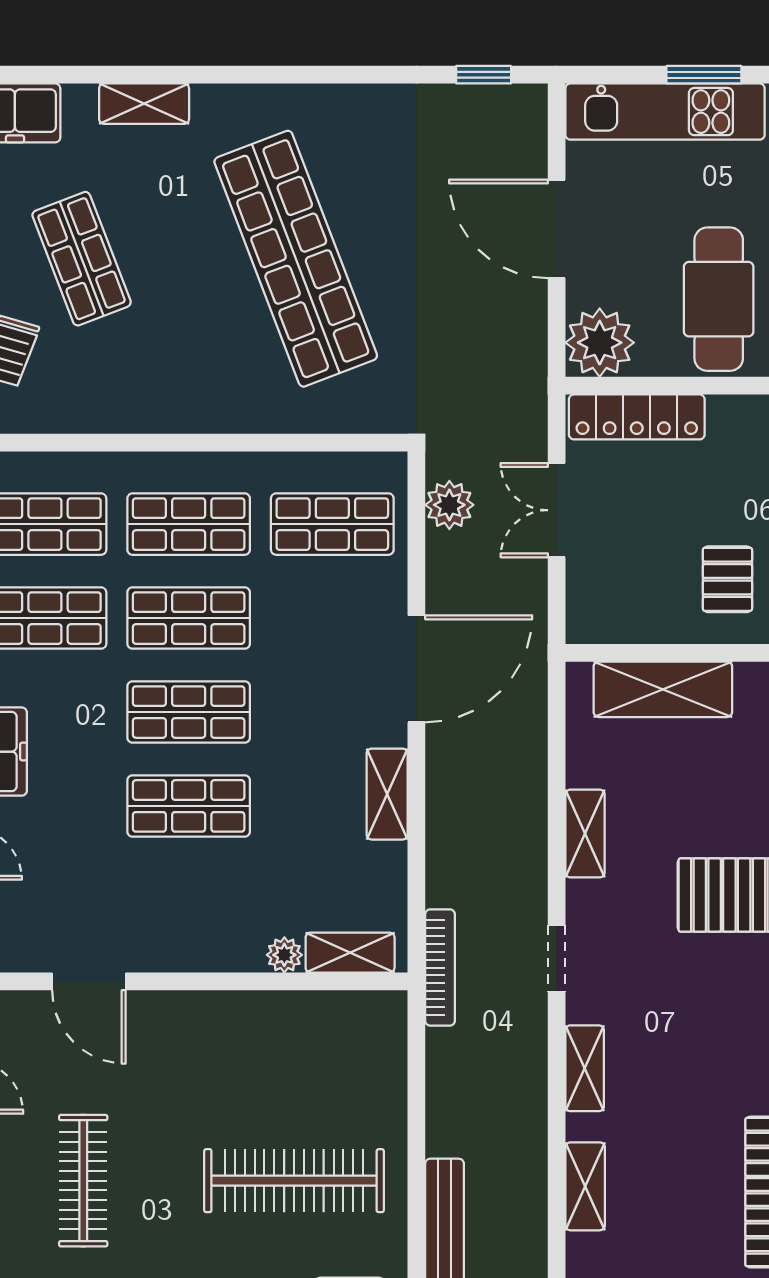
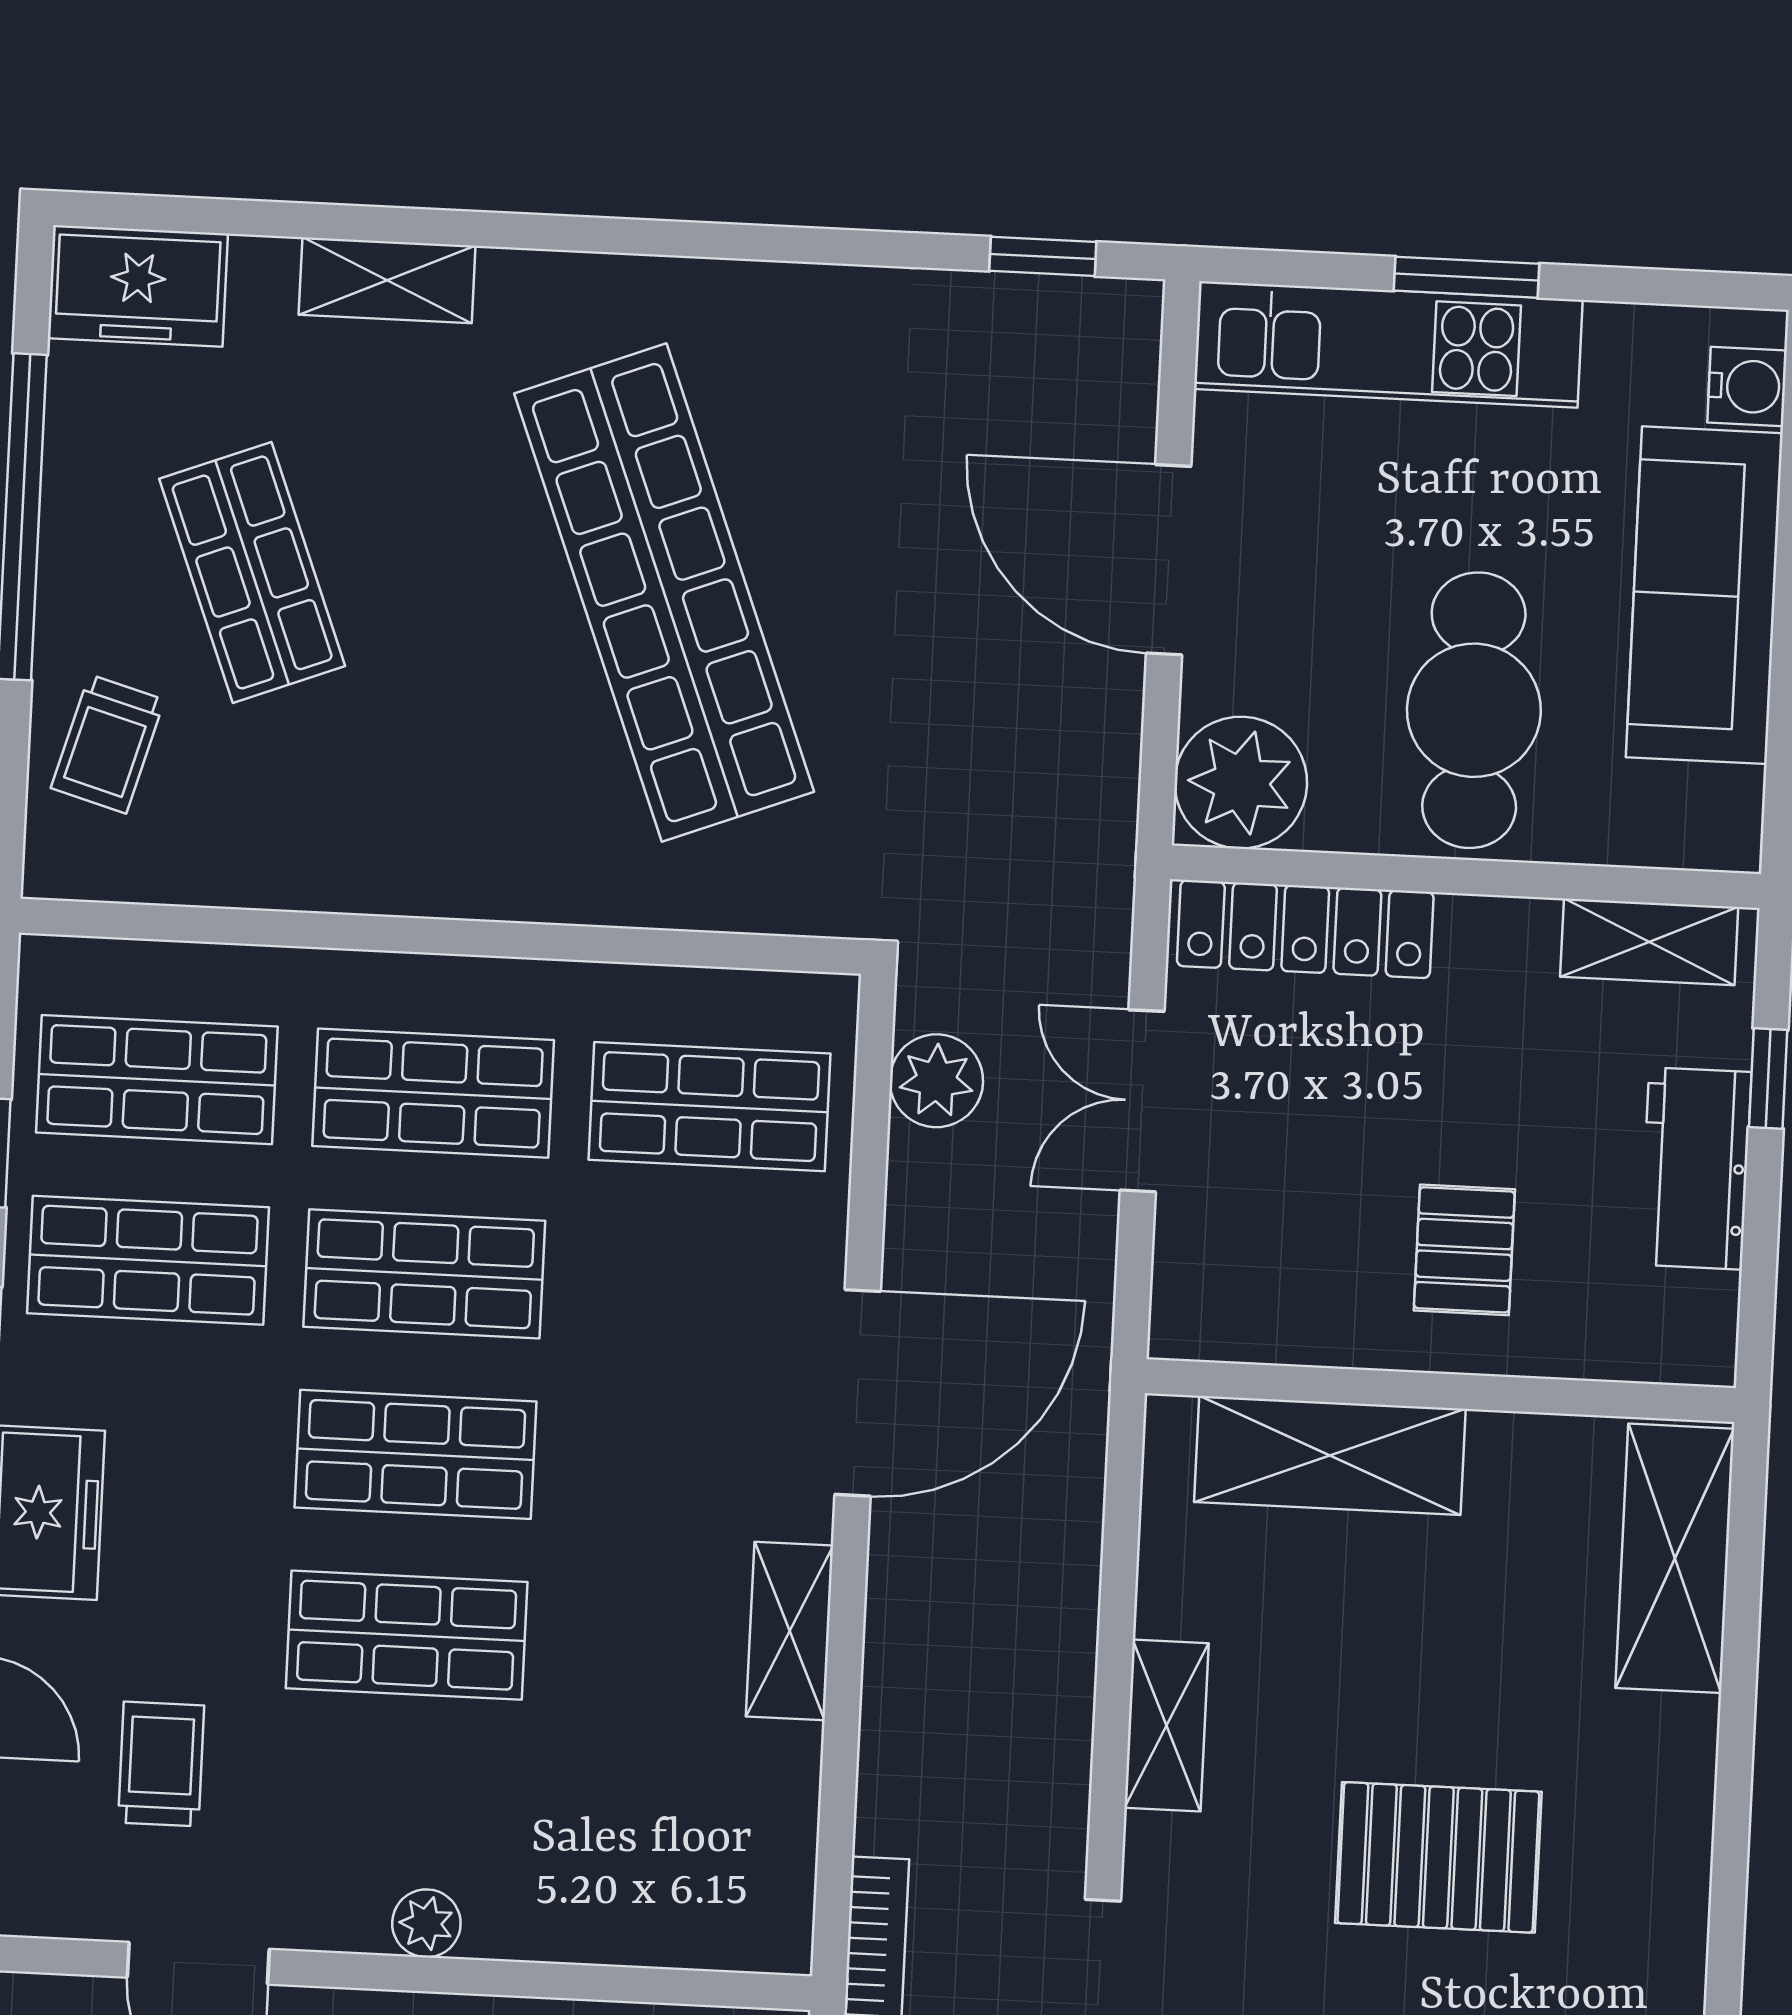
trolley: (64, 879) -> (161, 1764), added
shelving: (350, 953) -> (703, 1932), removed
plant: (284, 955) -> (426, 1923), moved

